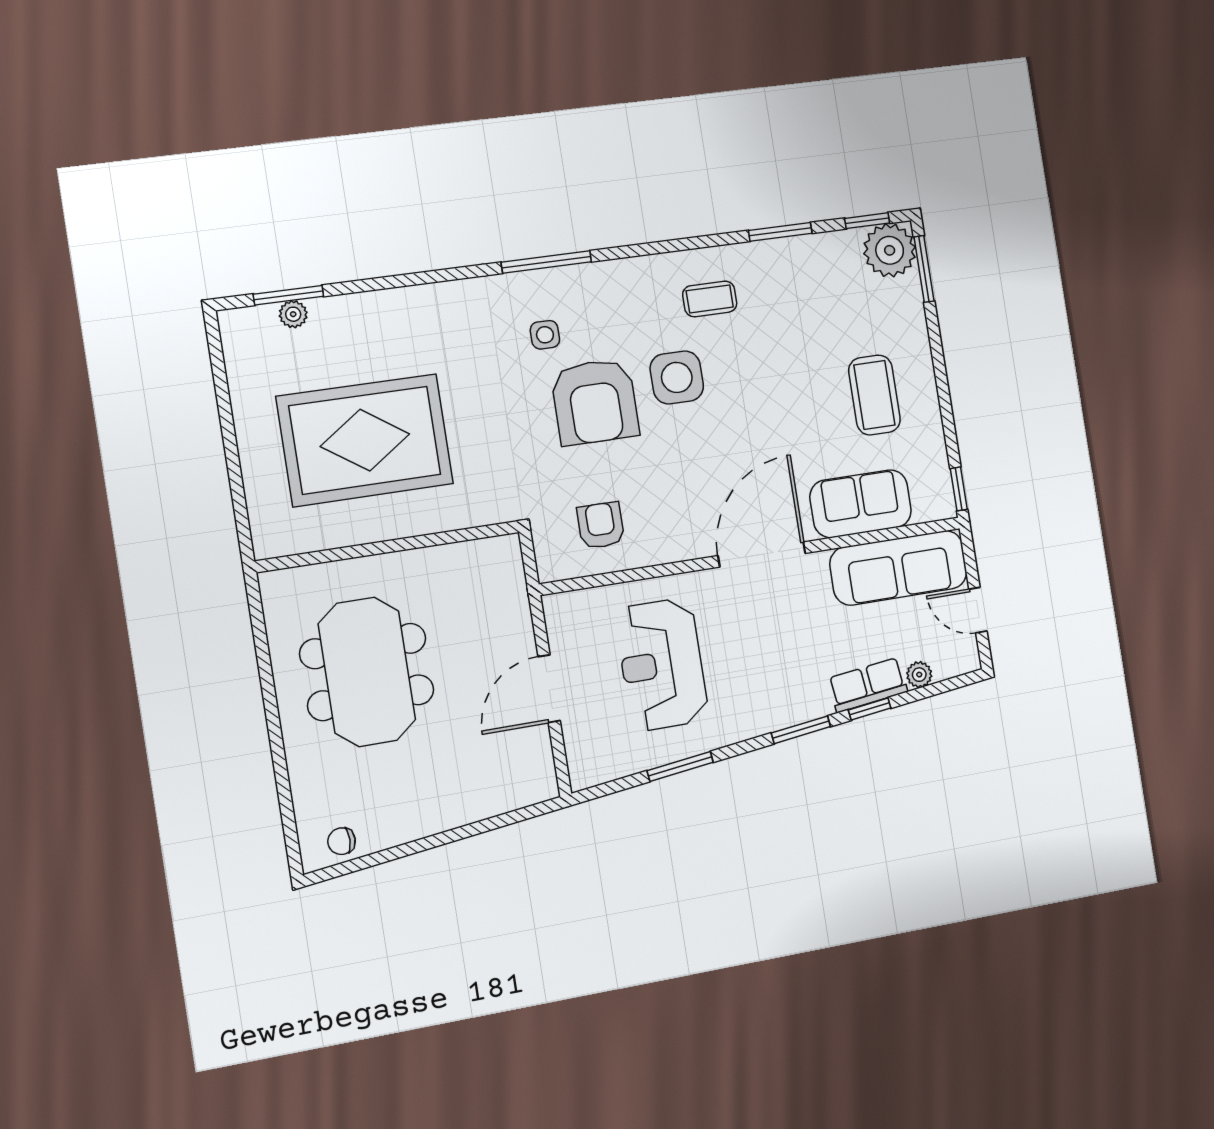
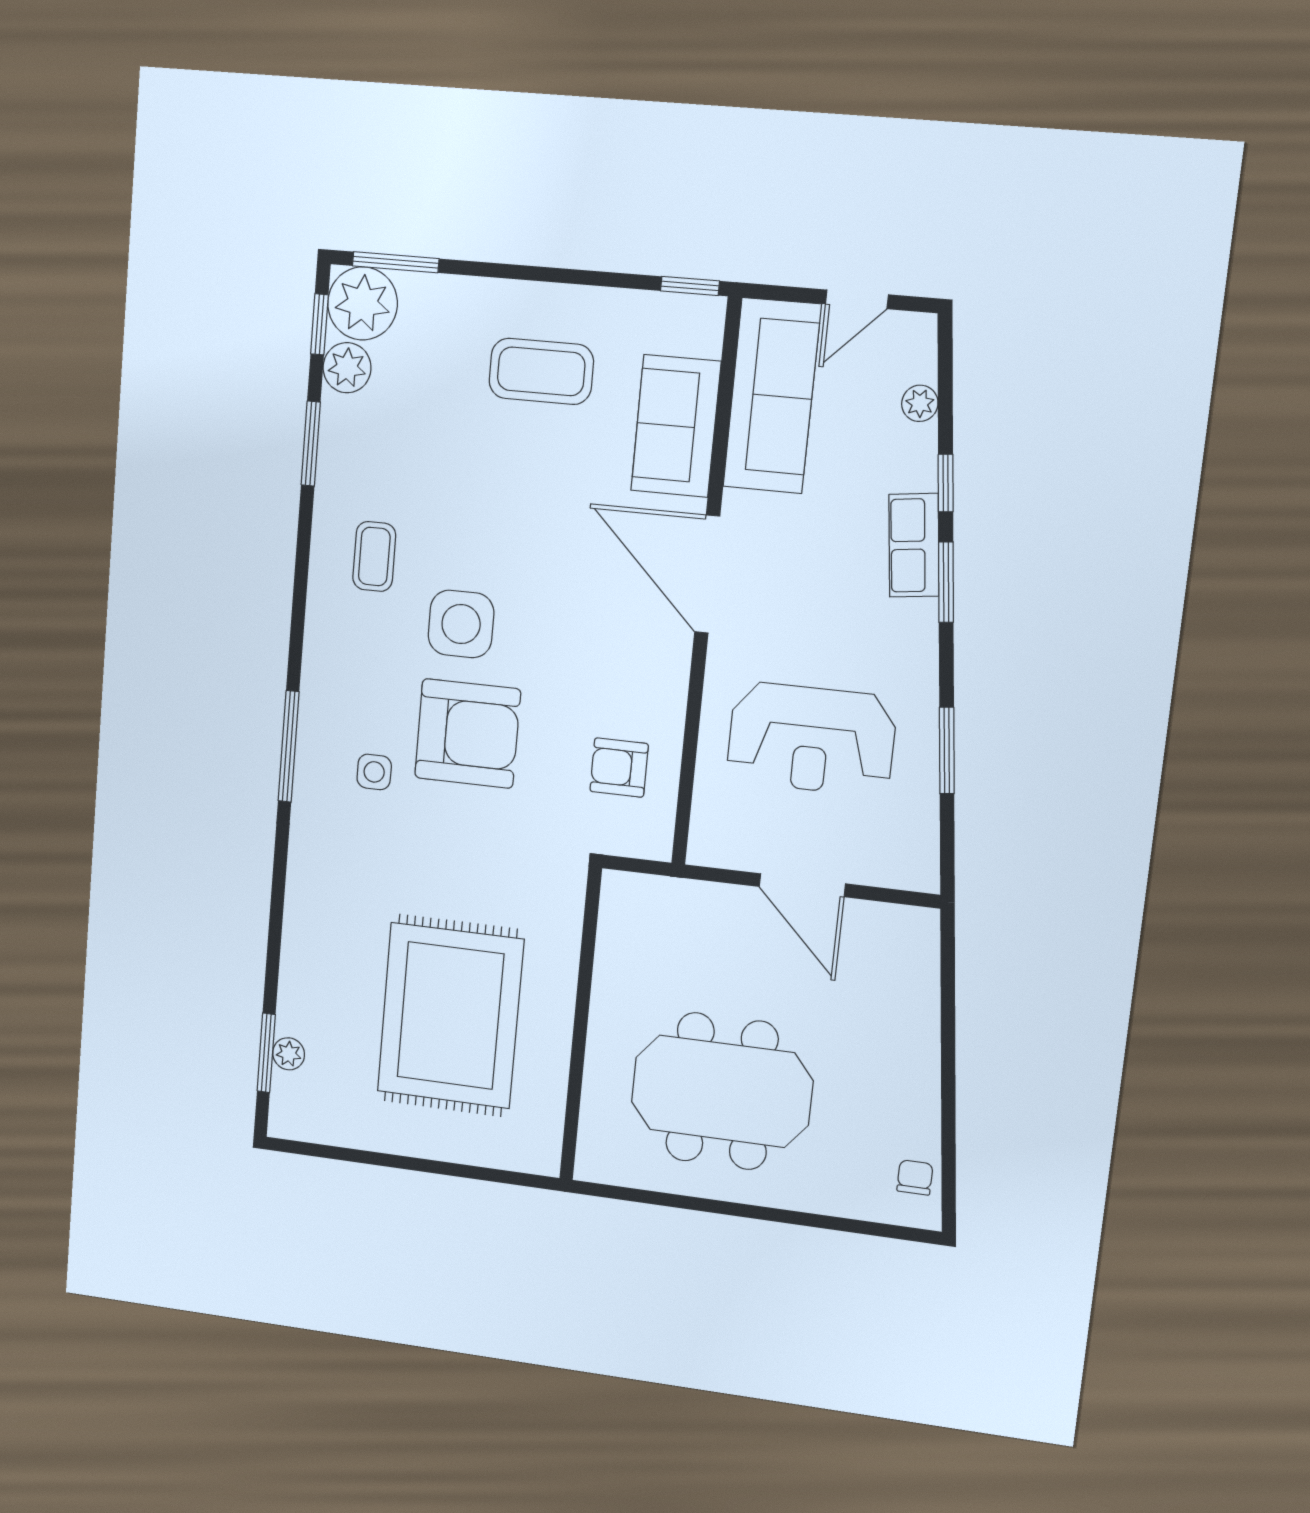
plant: (842, 248) -> (347, 368), added
row of seats: (868, 685) -> (914, 545), moved
chair: (342, 841) -> (915, 1177), turned 180

